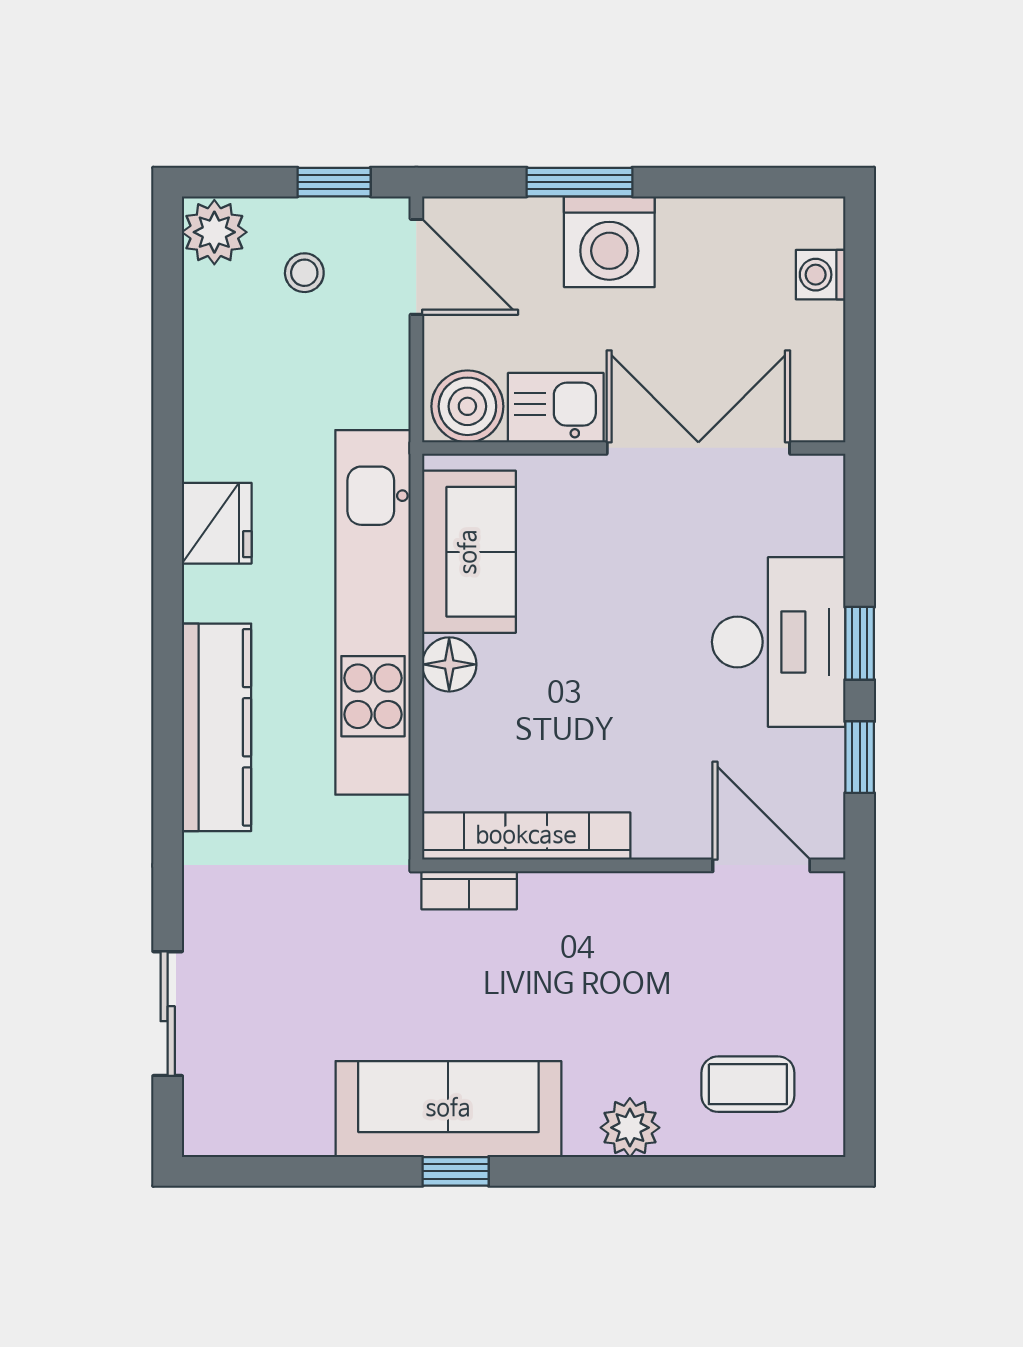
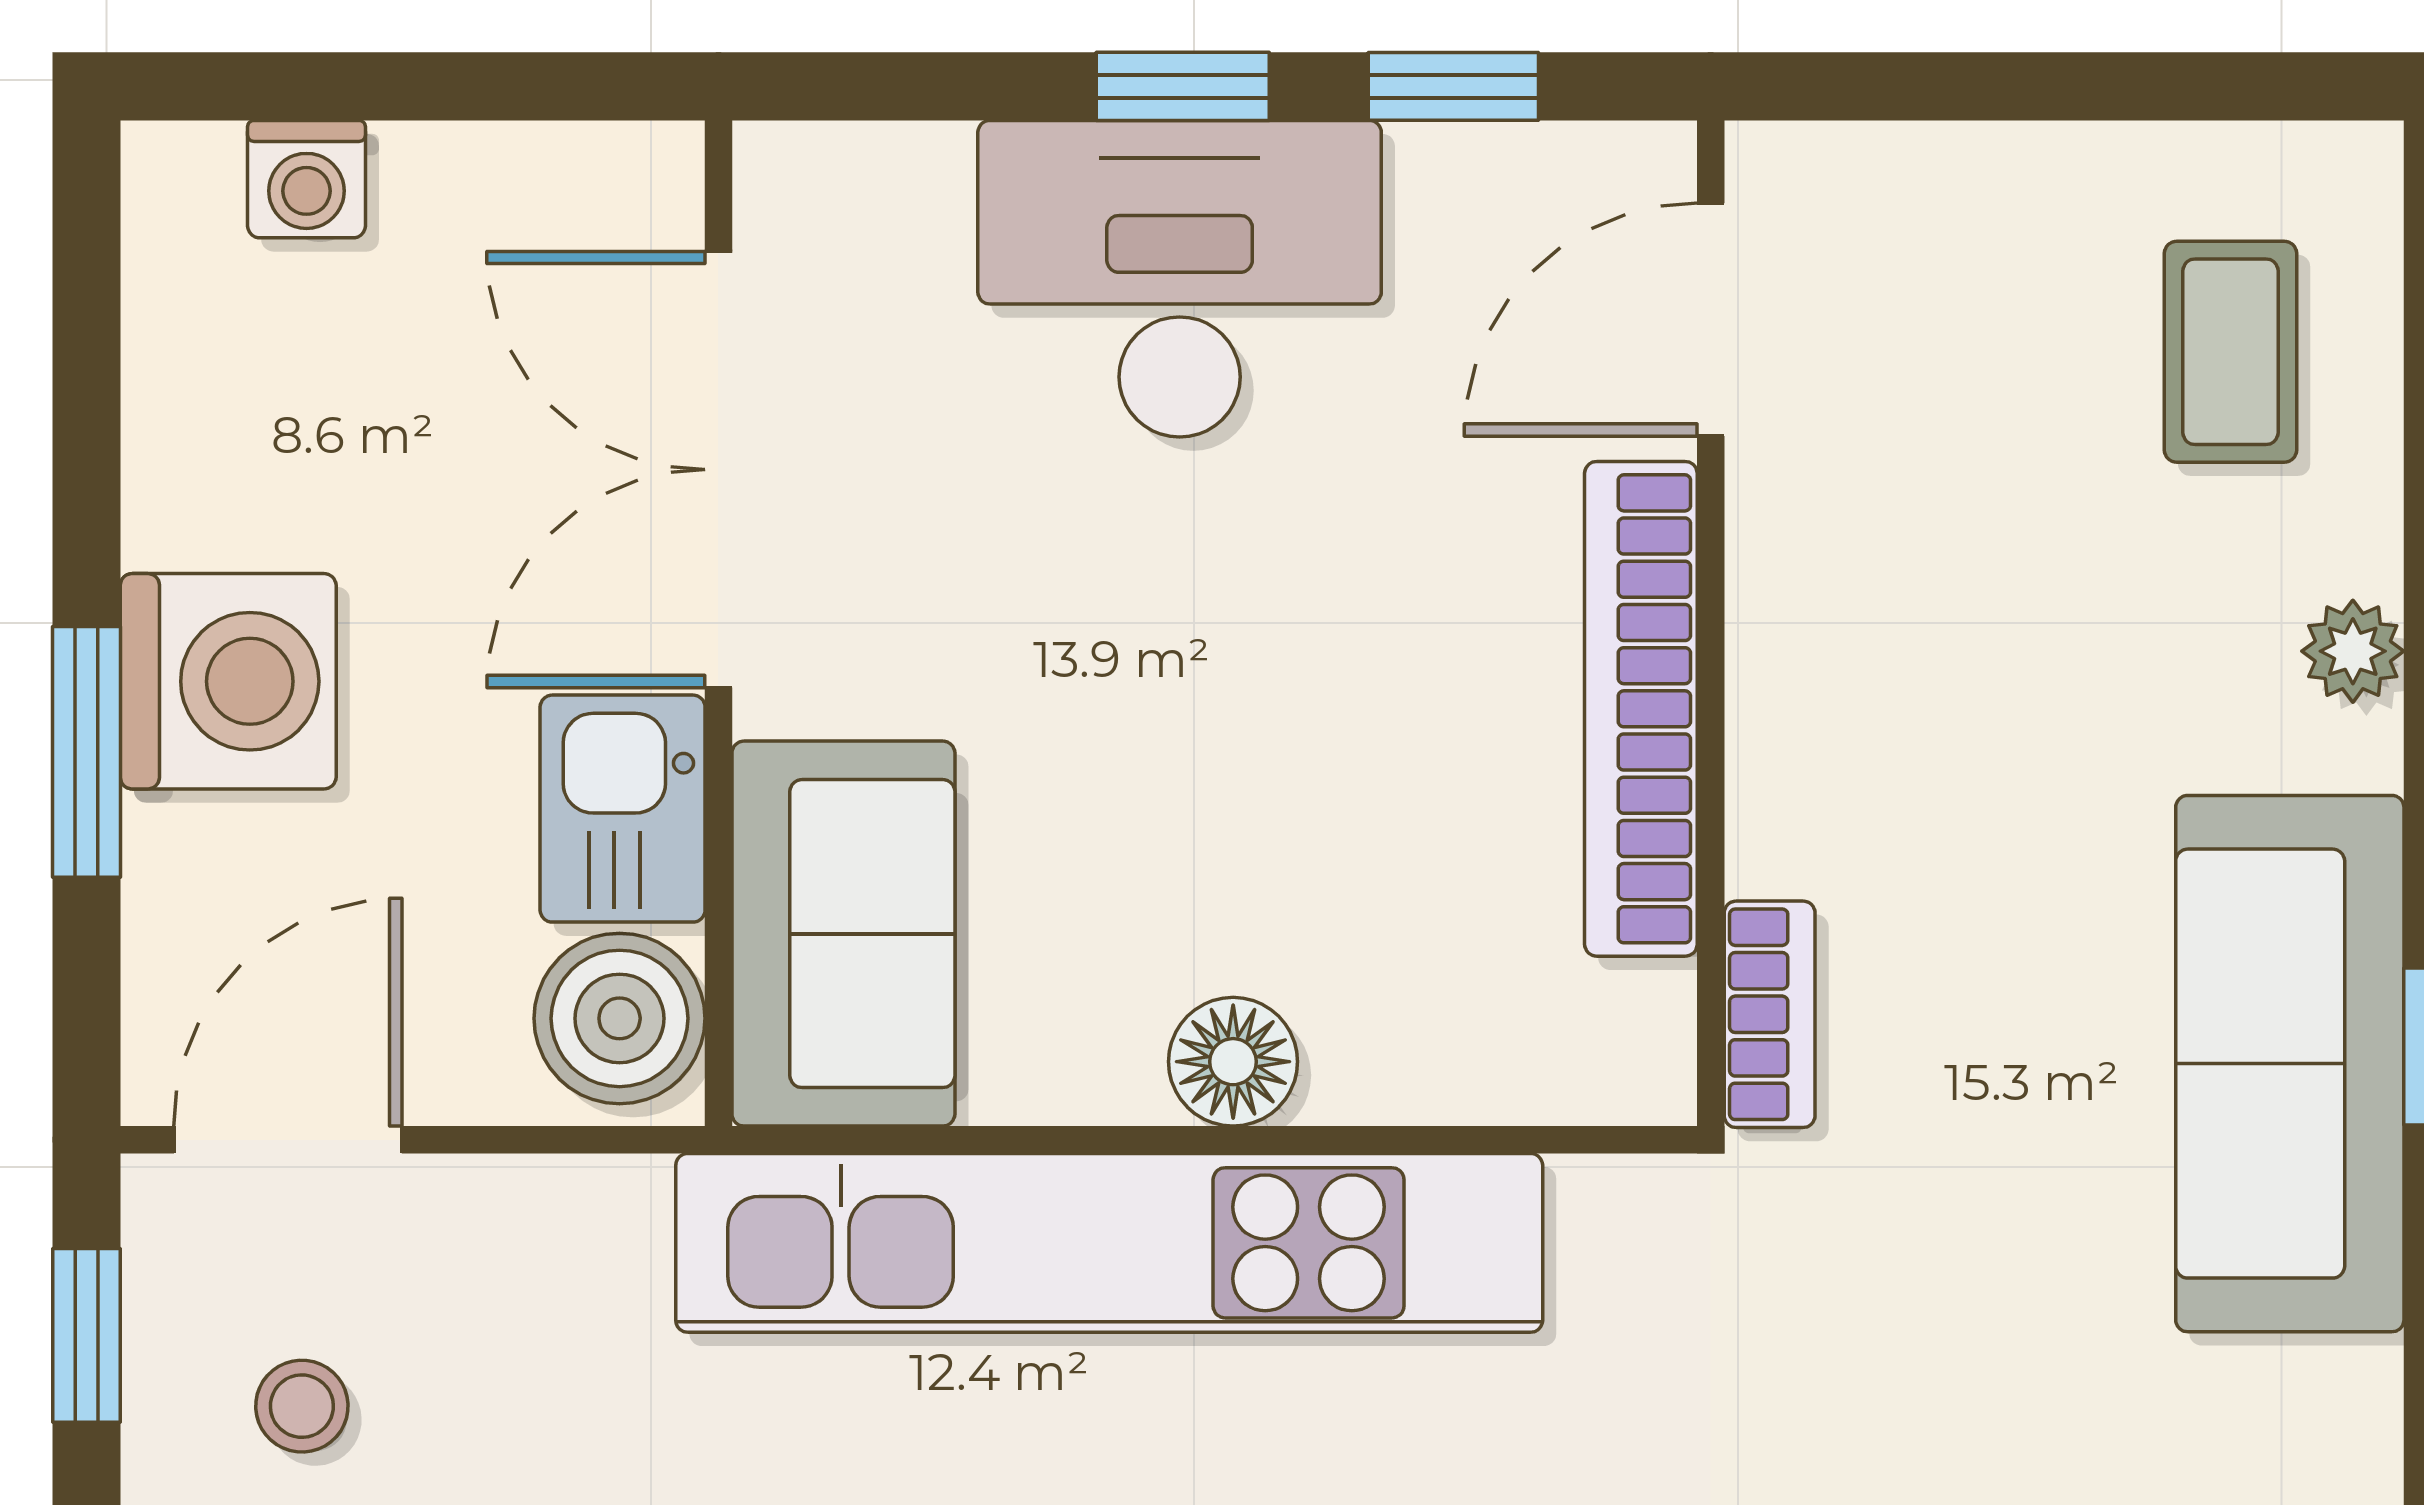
sofa: (469, 552) -> (843, 934), moved, turned 90
bookcase: (526, 836) -> (1641, 709), moved
plant: (630, 1128) -> (2353, 651), width x0.73, depth x0.73

